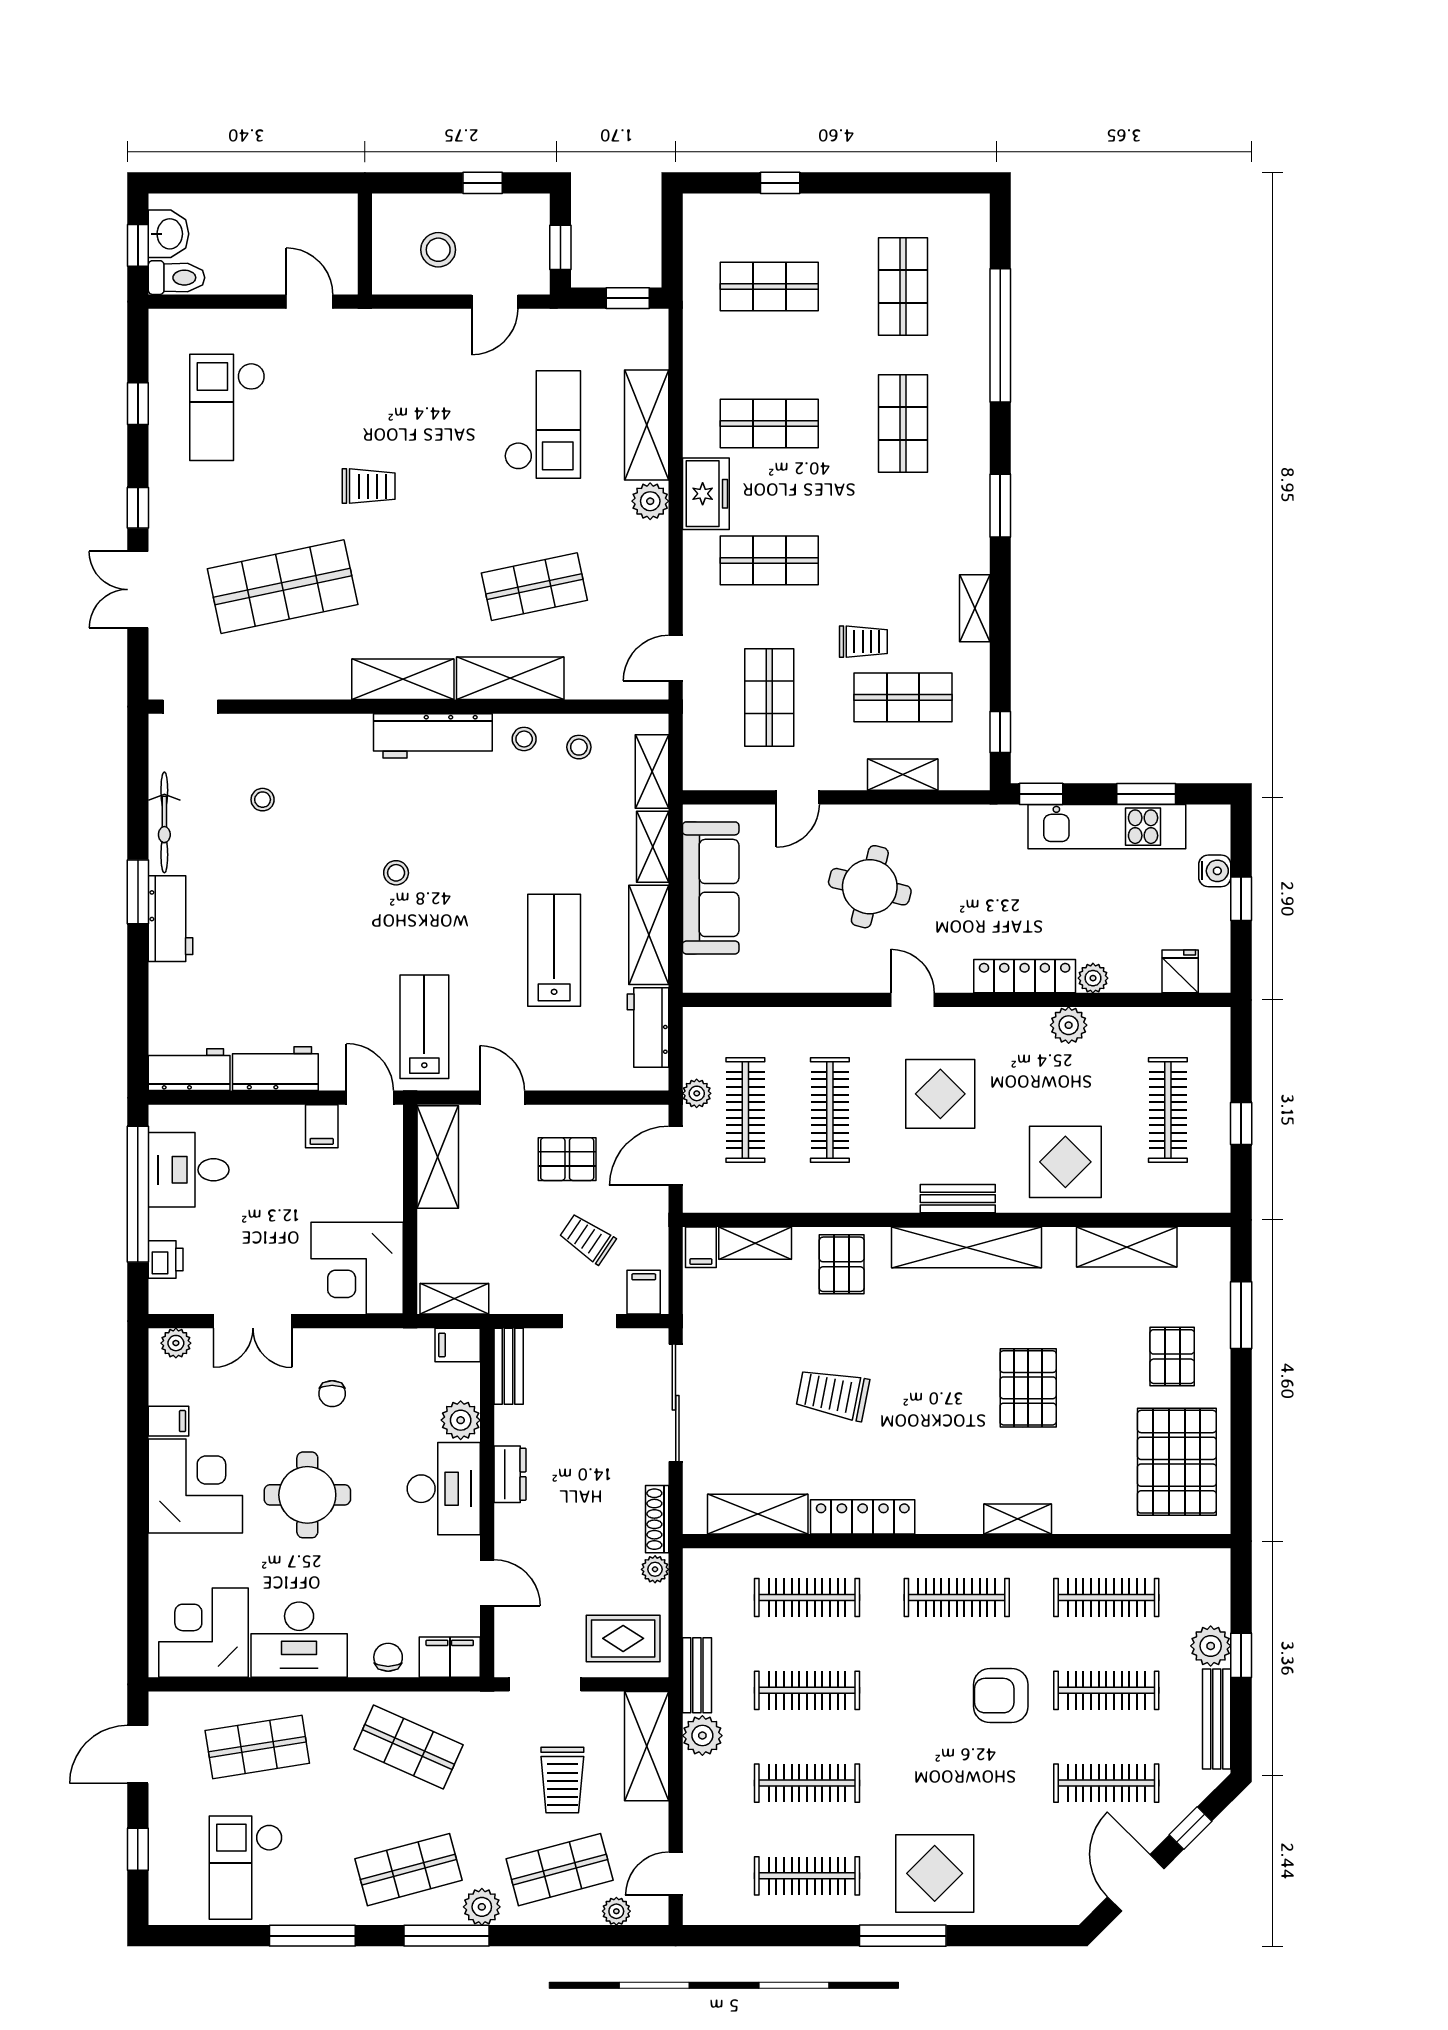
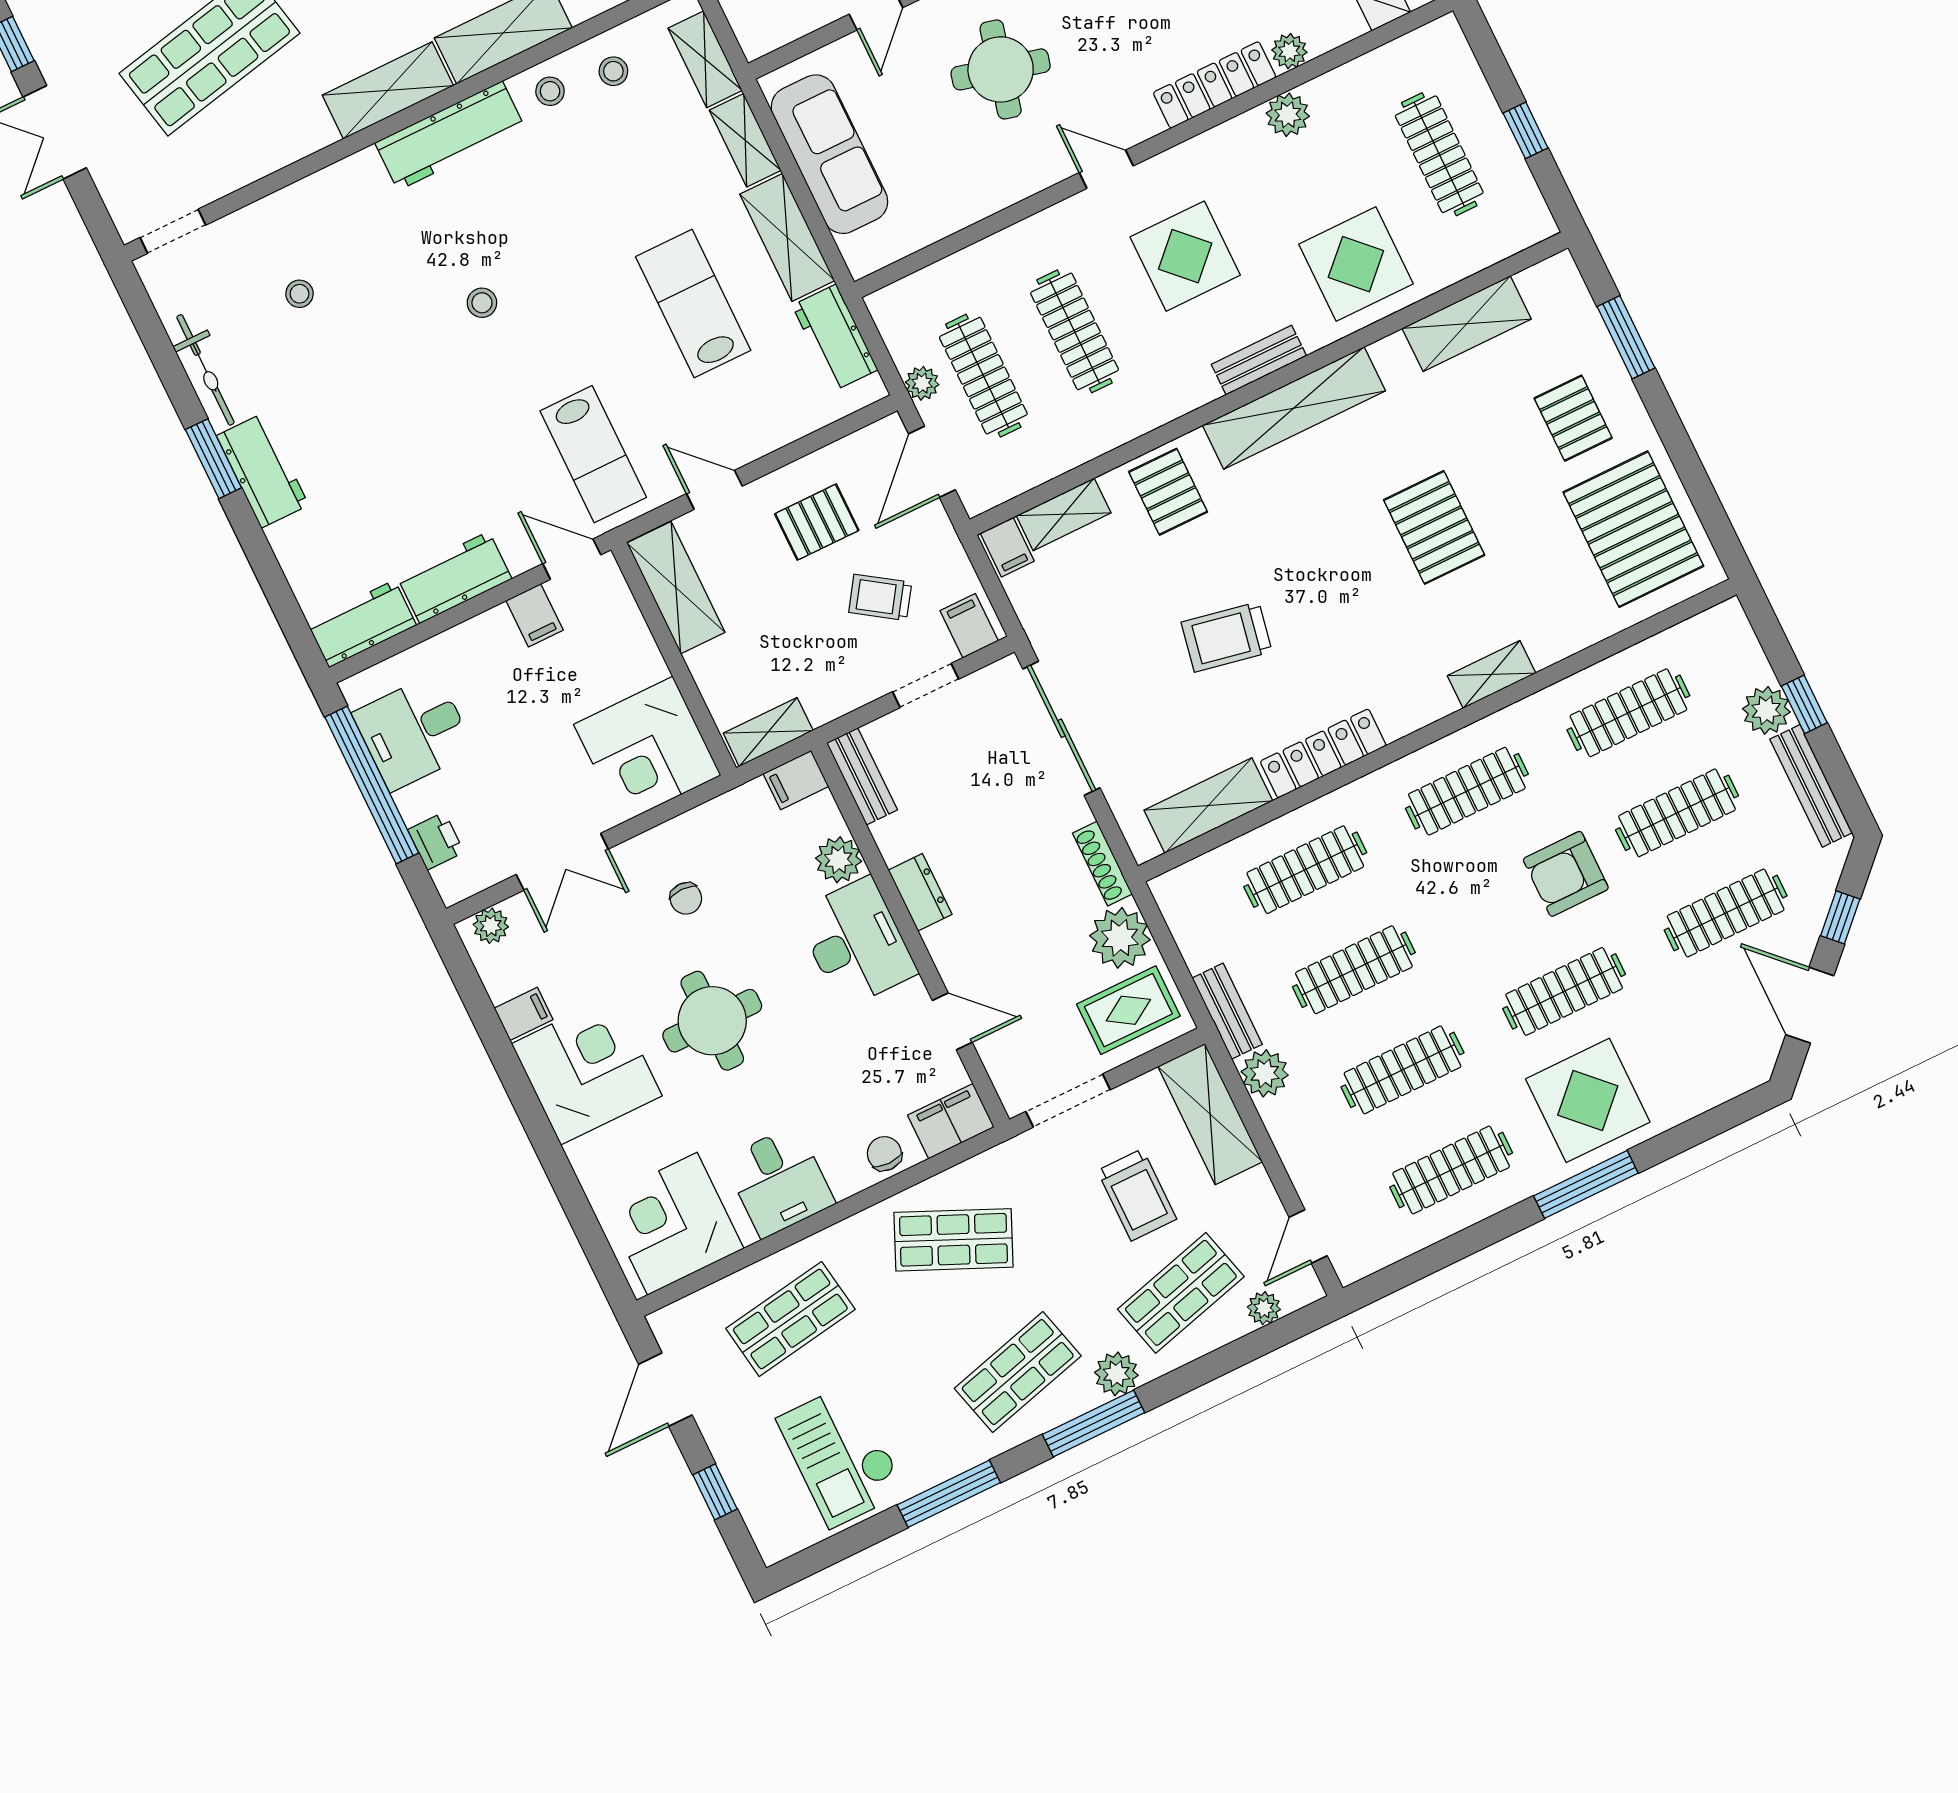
lab bench: (424, 1027) -> (593, 454), turned 180
plant: (655, 1569) -> (1120, 938), width x1.87, depth x1.87
desk: (299, 1640) -> (779, 1181), width x0.73
clothes rail: (957, 1783) -> (1564, 991), added

